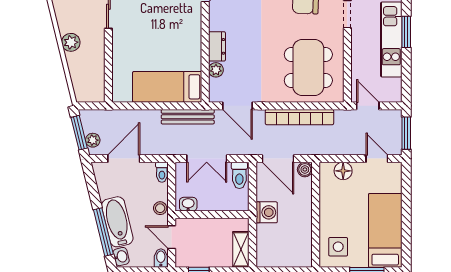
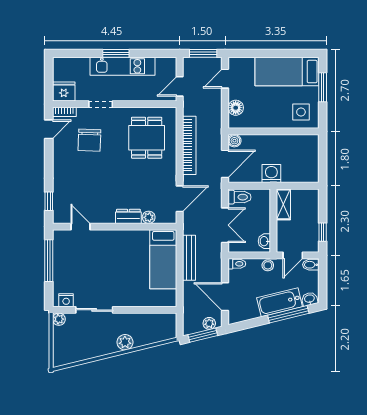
dining table: (308, 67) -> (147, 138), width x0.73
bench: (188, 117) -> (189, 258), moved
shelving: (241, 249) -> (283, 204), moved, turned 90

